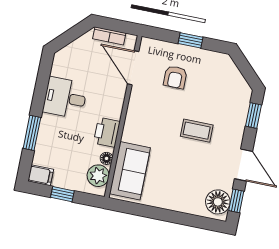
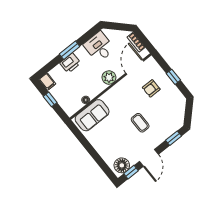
desk: (65, 98) -> (99, 47), moved
printer: (107, 132) -> (70, 63), moved, turned 180
window: (32, 133) -> (70, 50), moved
plant: (98, 176) -> (109, 78), moved

